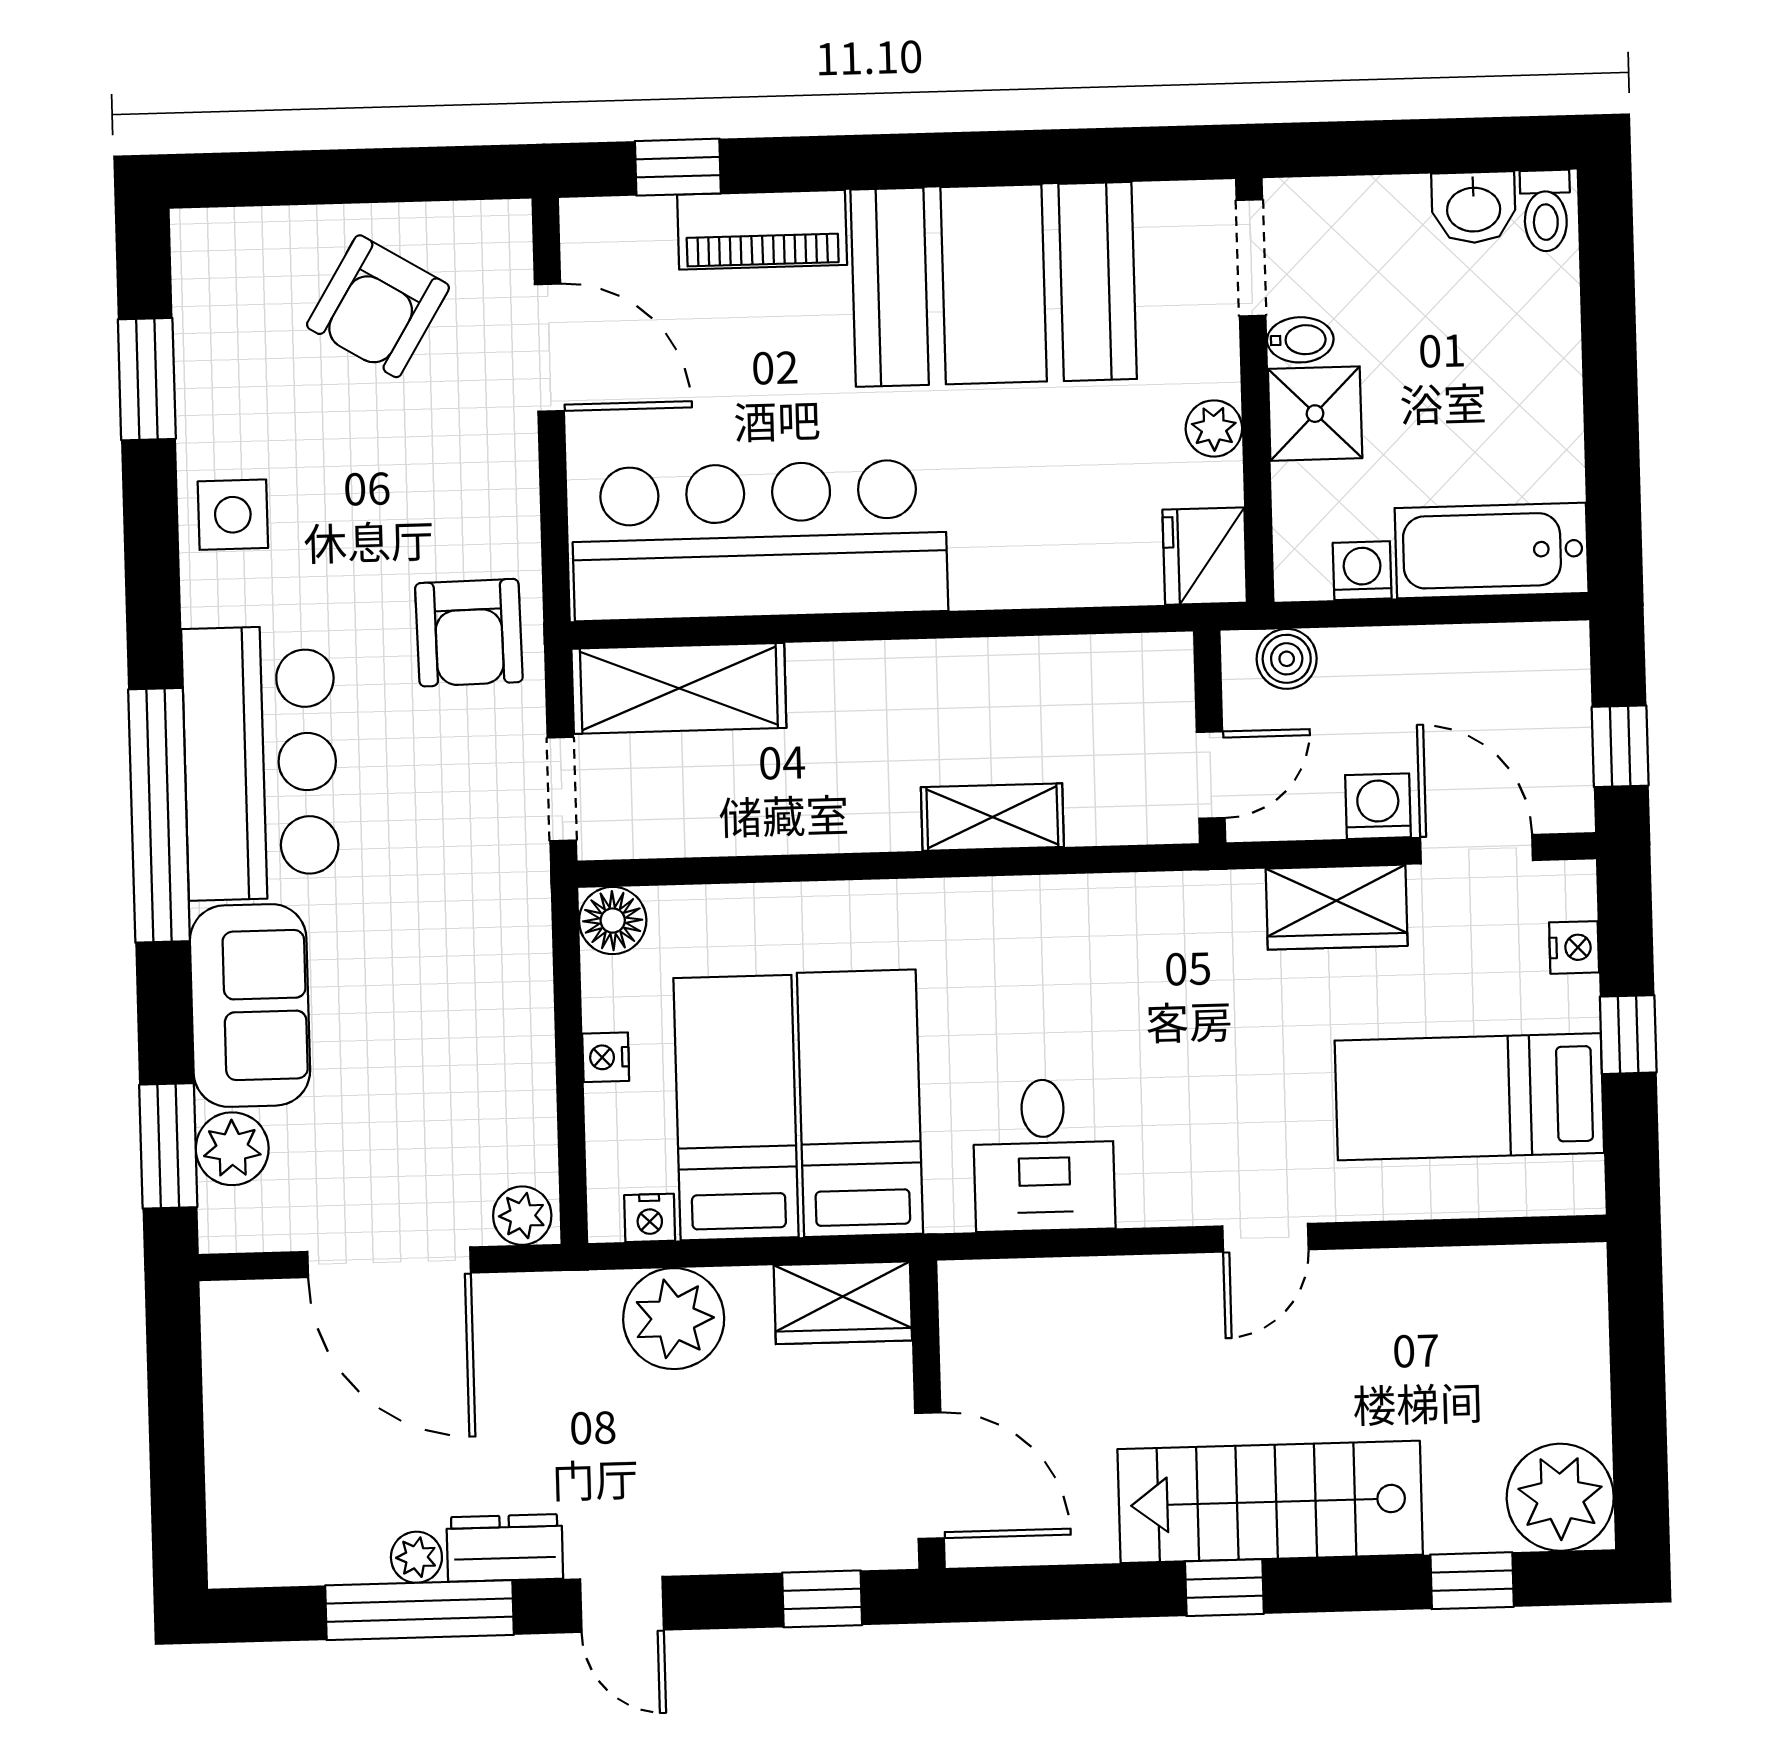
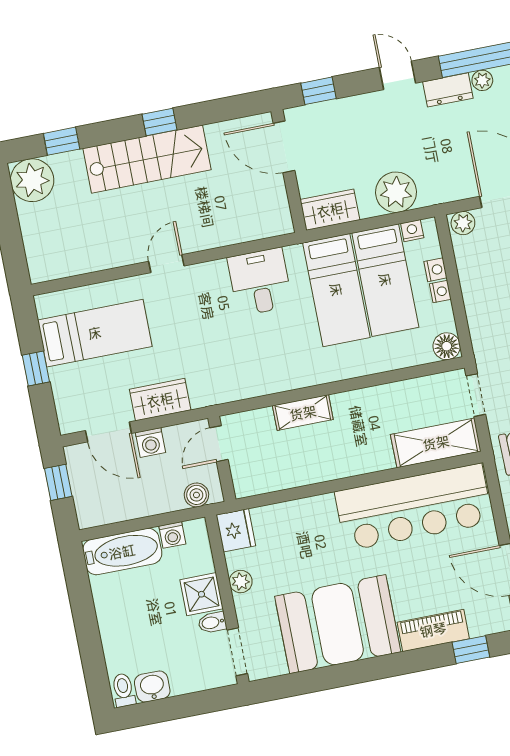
nightstand: (1574, 947) -> (435, 270), moved, turned 180

